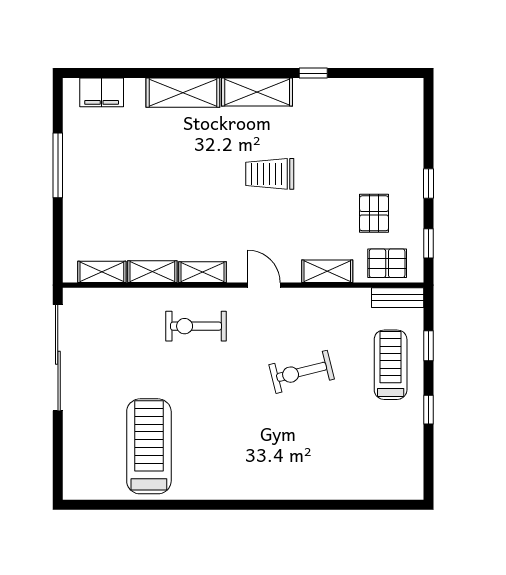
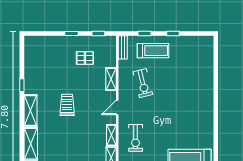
trolley: (270, 174) -> (67, 105), turned 180
pallet: (387, 263) -> (107, 52), removed
treadmill: (391, 365) -> (153, 51), turned 180
exercise bike: (302, 372) -> (143, 83), moved

